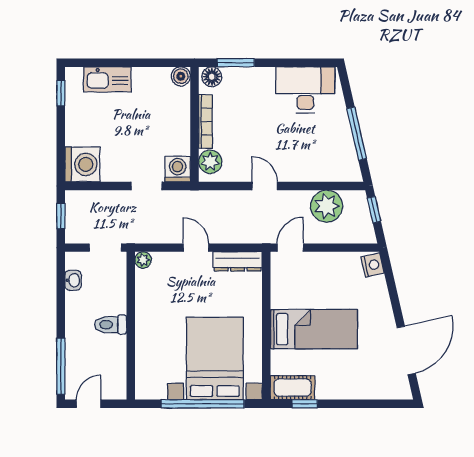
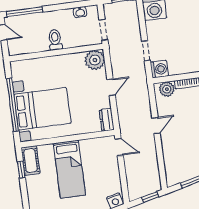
plant: (327, 206) -> (148, 167), removed
plant: (143, 260) -> (95, 60), width x1.88, depth x1.88
dresser: (238, 261) -> (107, 120), width x0.70

